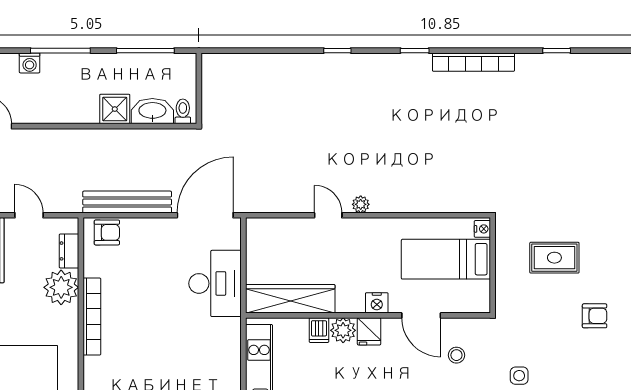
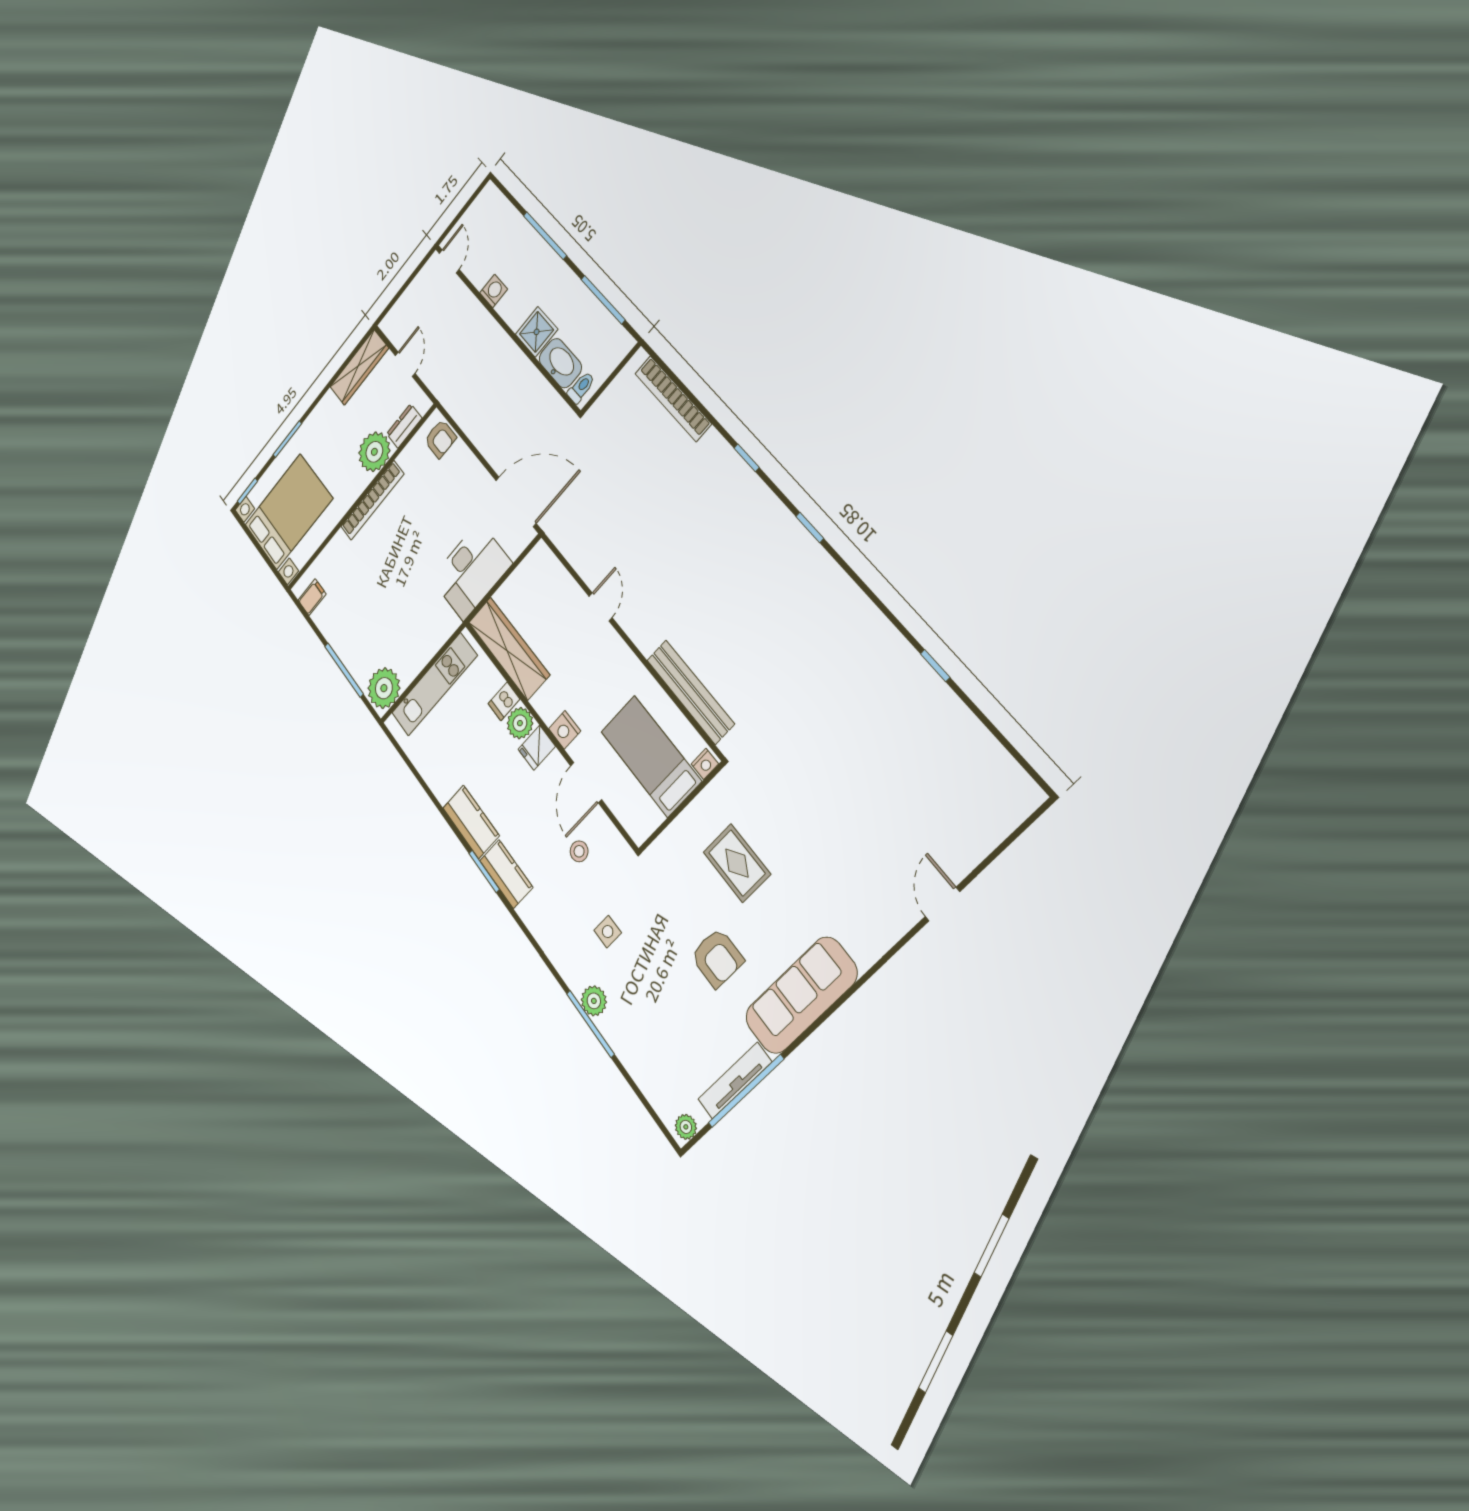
bookcase: (473, 62) -> (673, 399), moved
washing machine: (30, 63) -> (494, 291), moved, turned 180
bench: (127, 202) -> (690, 692), moved
plant: (361, 204) -> (633, 626), removed
armchair: (595, 316) -> (717, 958), width x1.38, depth x1.38

